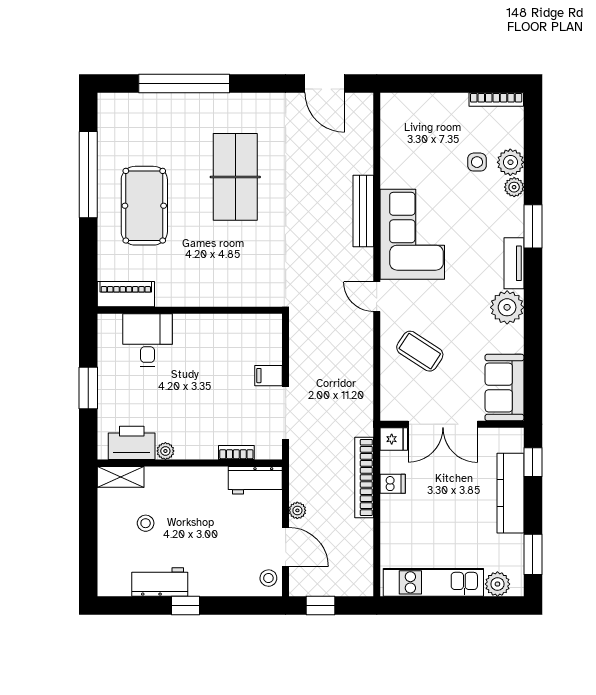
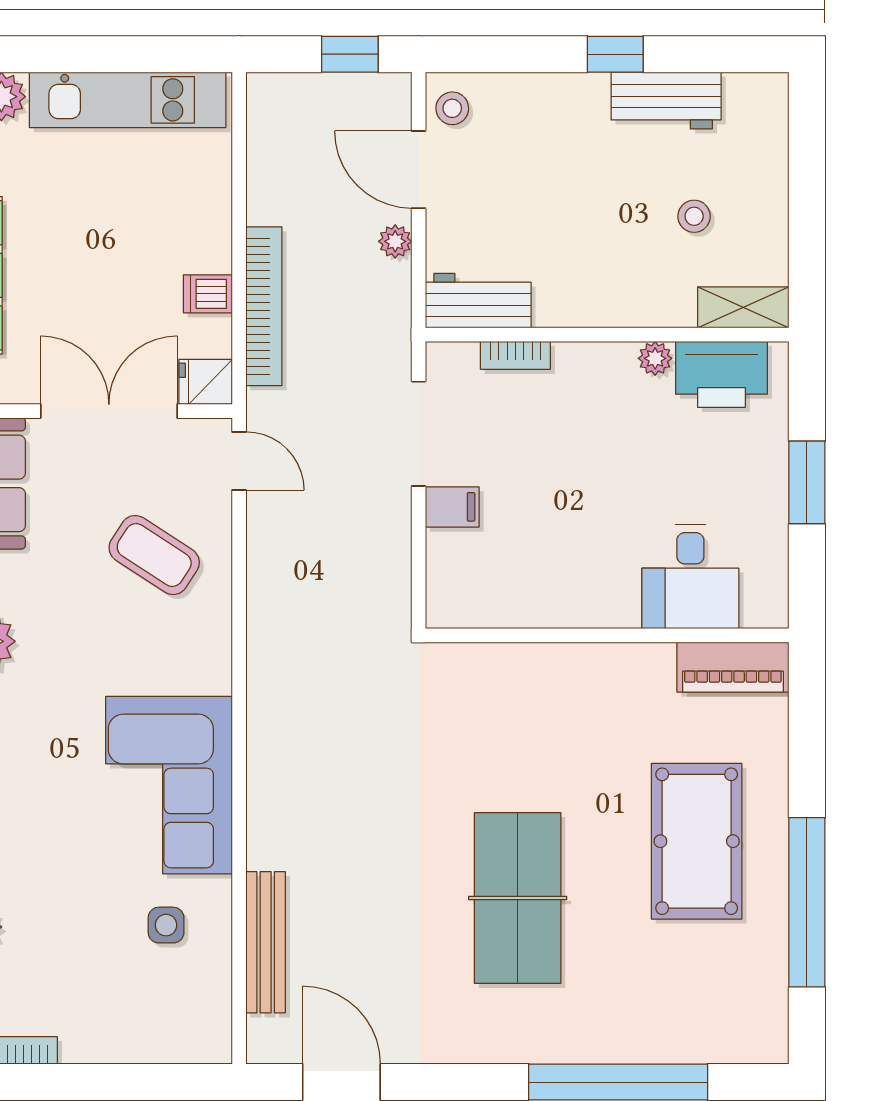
side table: (477, 162) -> (166, 925), moved
bench: (363, 211) -> (266, 942), moved
door: (377, 297) -> (239, 461), moved

